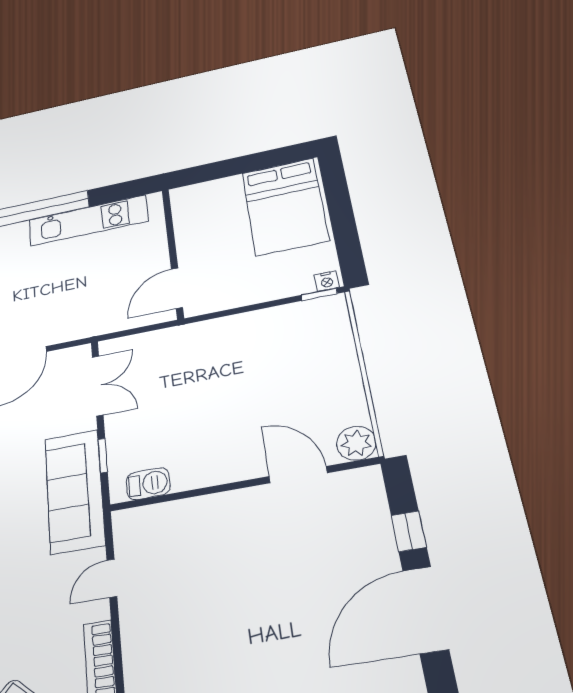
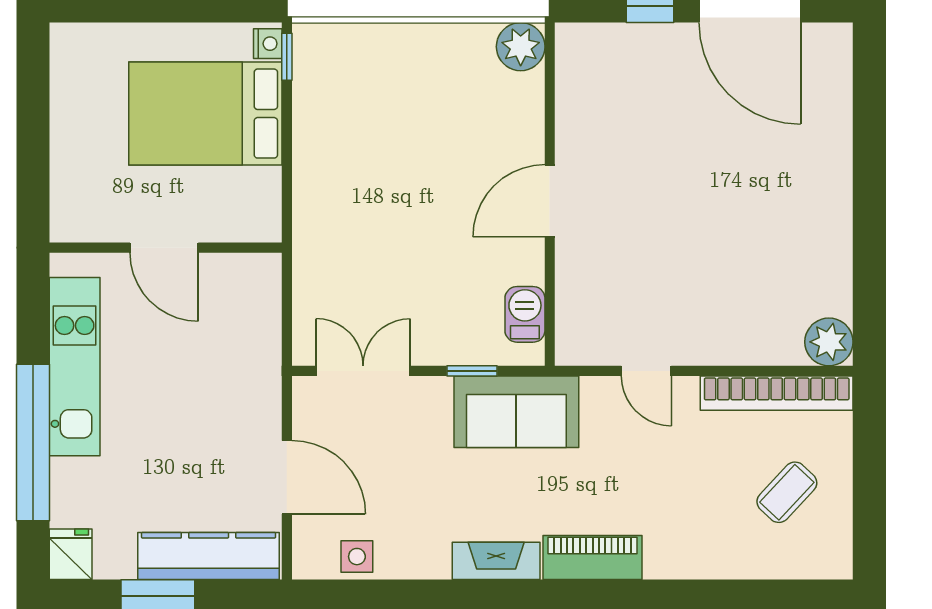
bed: (285, 206) -> (205, 114), moved, turned 180
door: (177, 288) -> (164, 248), moved
door: (298, 475) -> (550, 201), moved
sofa: (75, 491) -> (516, 412), width x0.73

